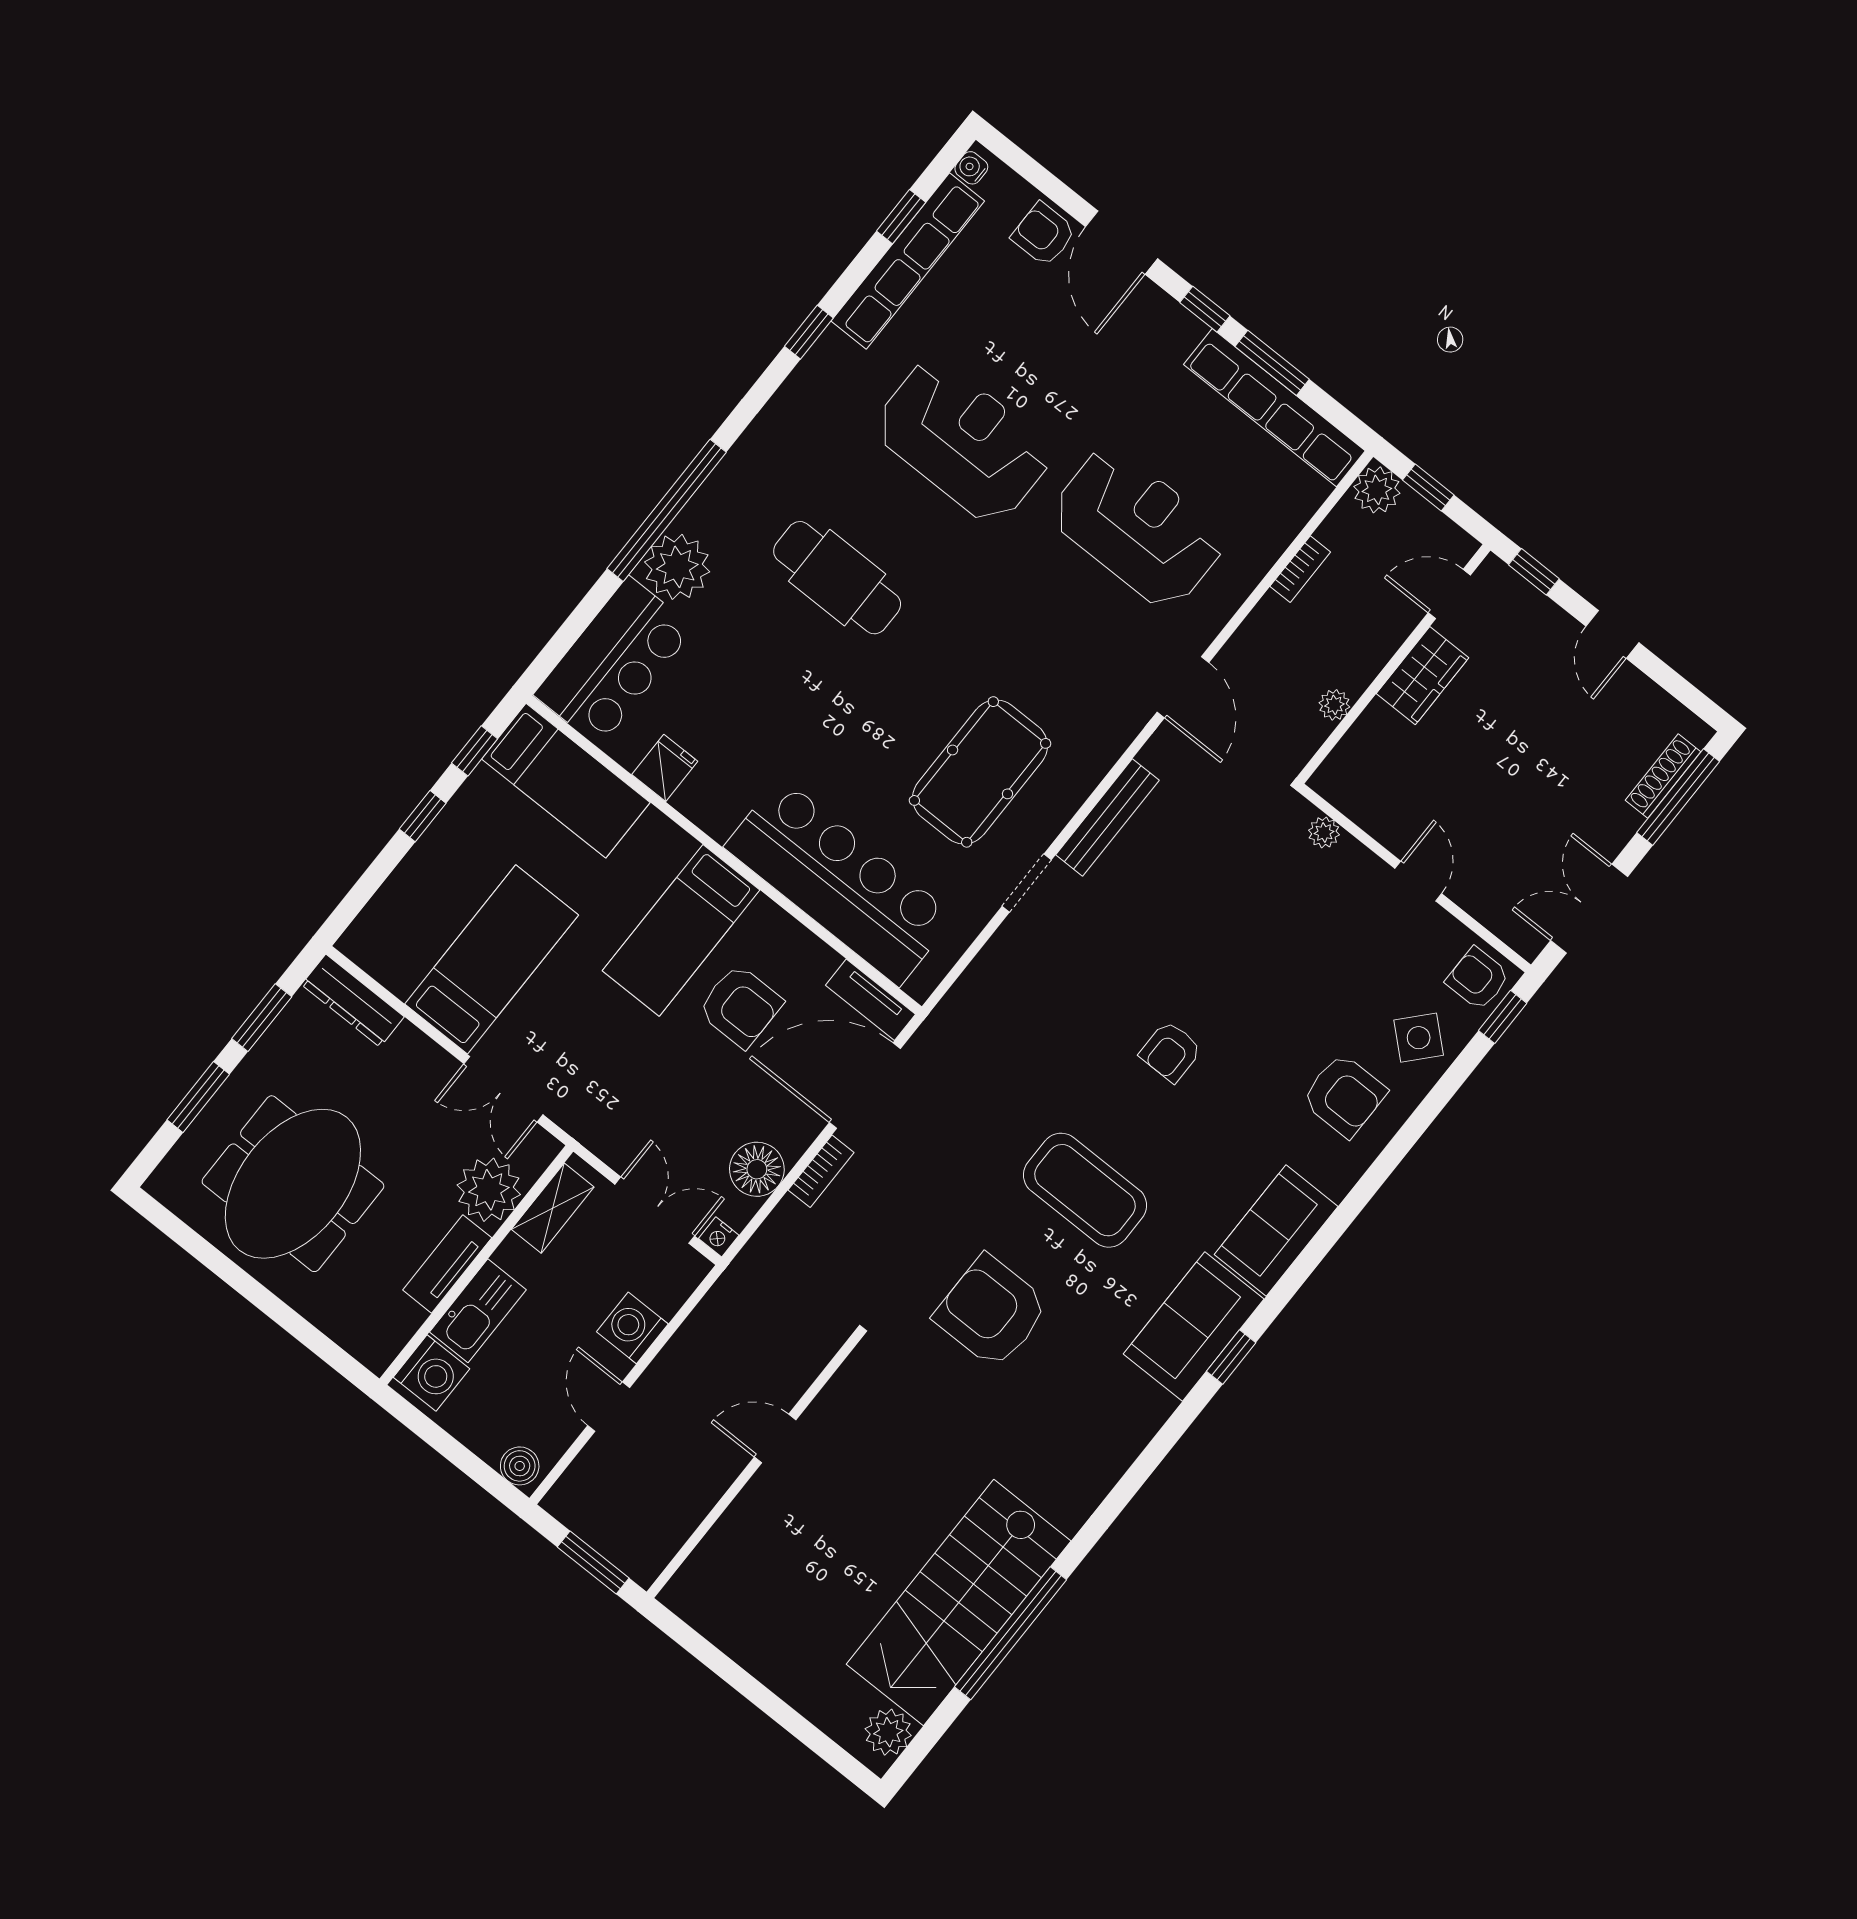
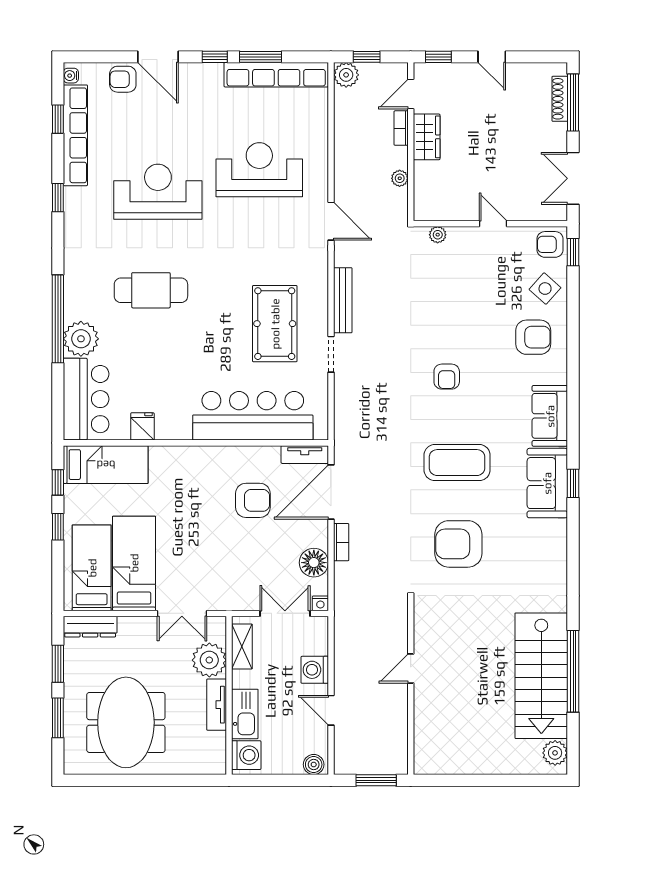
bookcase: (1300, 569) -> (401, 128), moved, turned 180
bed: (681, 930) -> (92, 568), moved, turned 180

